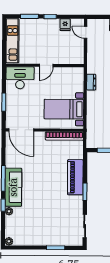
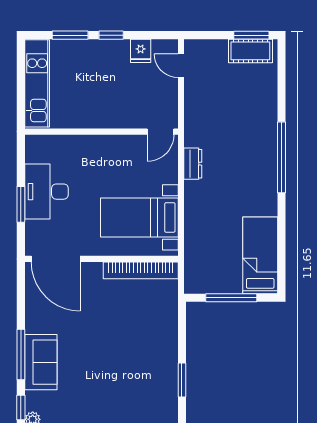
door: (46, 65) -> (160, 132), moved
desk: (20, 78) -> (46, 192), moved, turned -90
piano: (75, 177) -> (163, 352), removed
sofa: (13, 187) -> (41, 362), width x0.73

